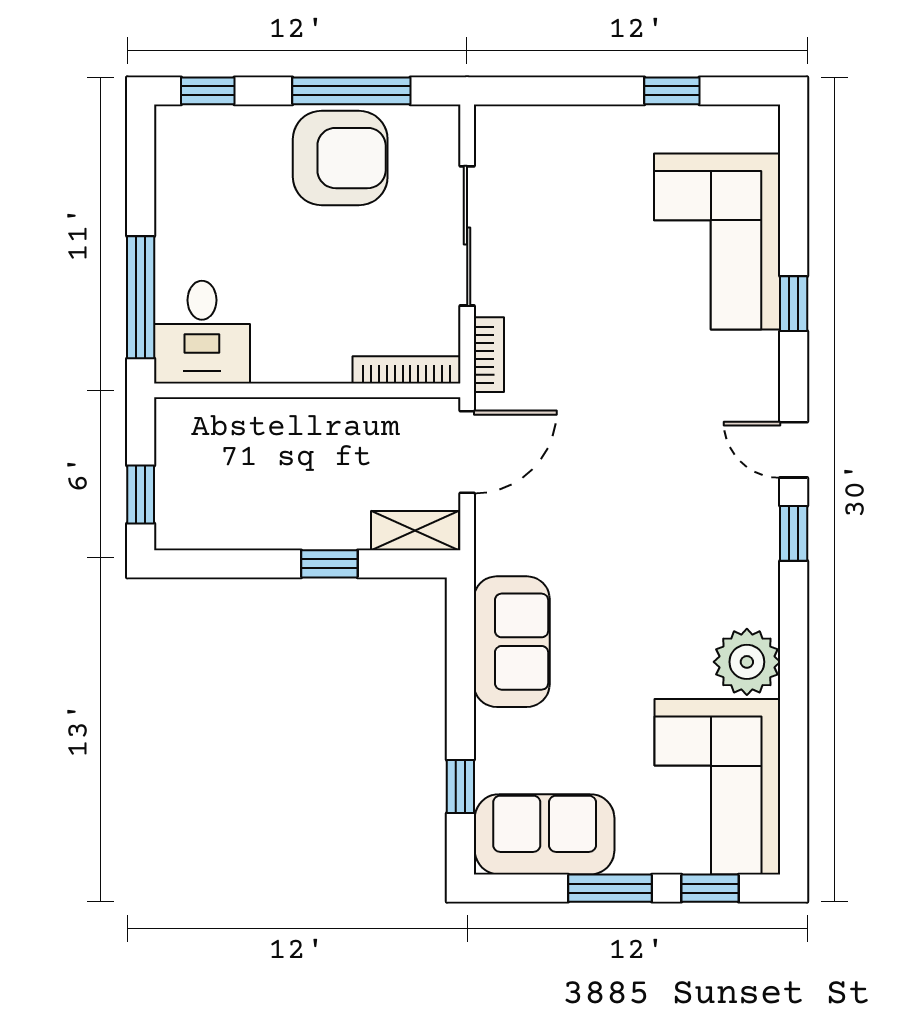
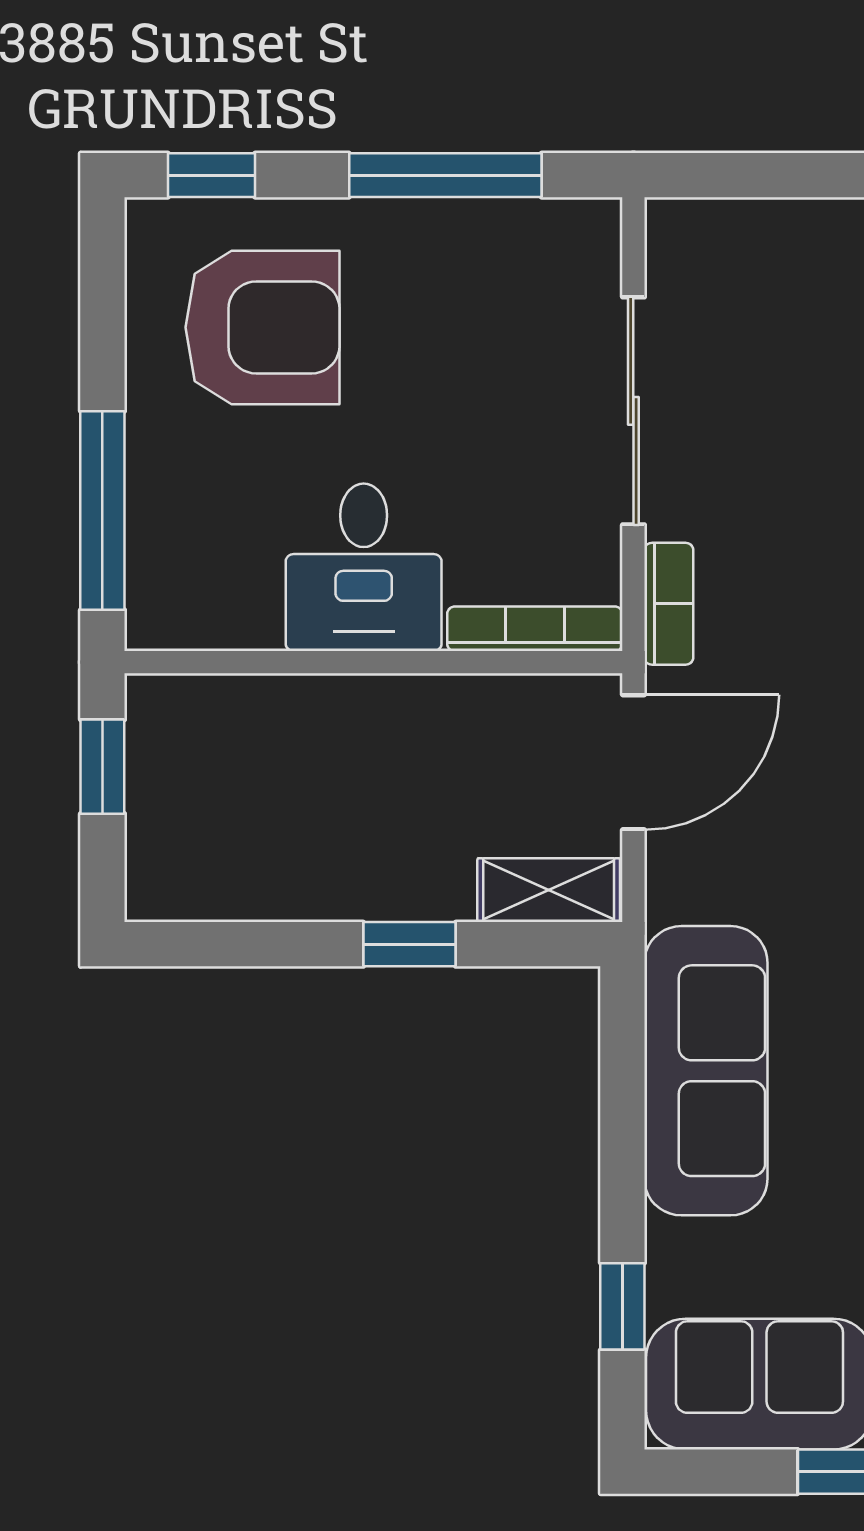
armchair: (340, 158) -> (262, 327), moved
desk: (202, 332) -> (364, 567), moved
window: (141, 495) -> (102, 767), moved
sofa: (512, 642) -> (706, 1071), width x1.36

